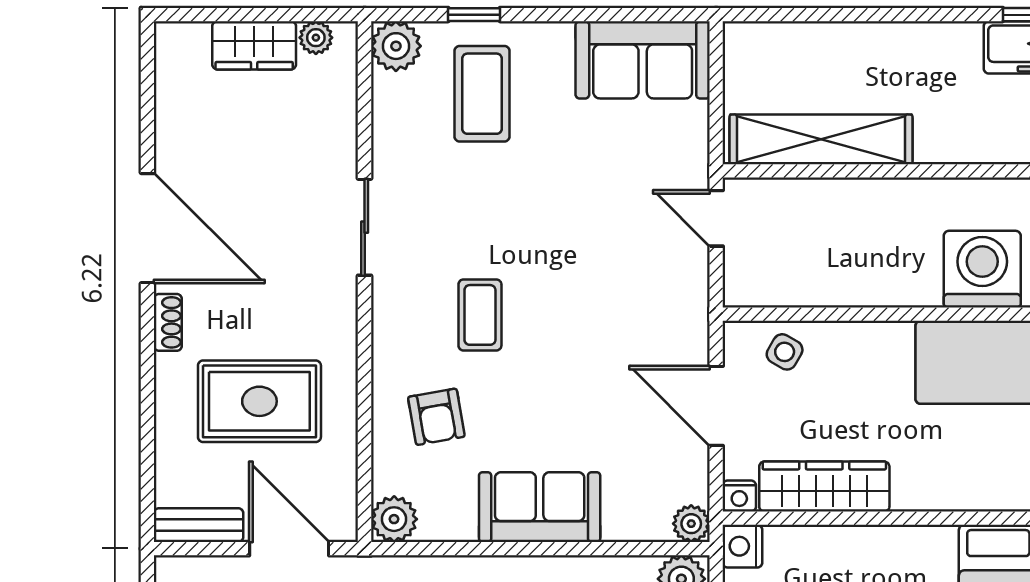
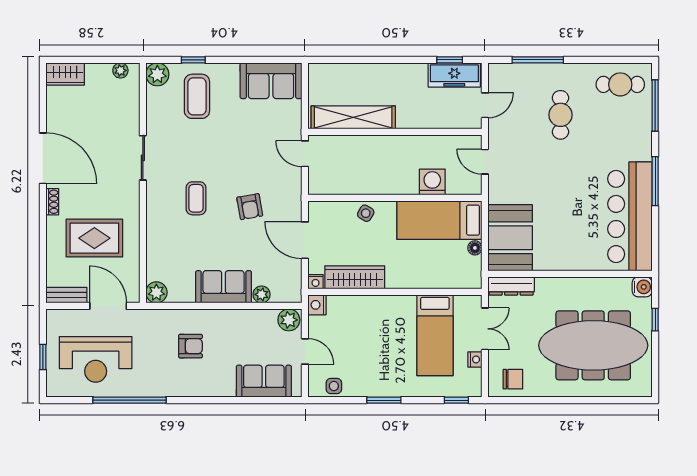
wardrobe: (254, 45) -> (65, 74), moved
washing machine: (982, 269) -> (432, 182), width x0.73, depth x0.73
side table: (785, 352) -> (366, 213), moved
armchair: (436, 417) -> (250, 207), moved
plant: (691, 524) -> (262, 294), moved

